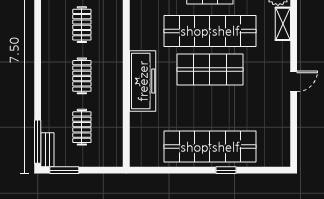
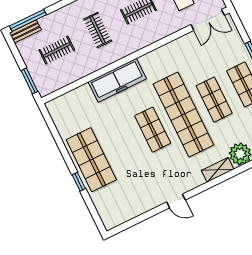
shop shelf: (210, 70) -> (153, 130), width x0.70, depth x0.74
clothes rail: (82, 76) -> (98, 30), turned 90
shop shelf: (210, 147) -> (91, 160), width x0.71
window: (64, 170) -> (29, 81), moved

